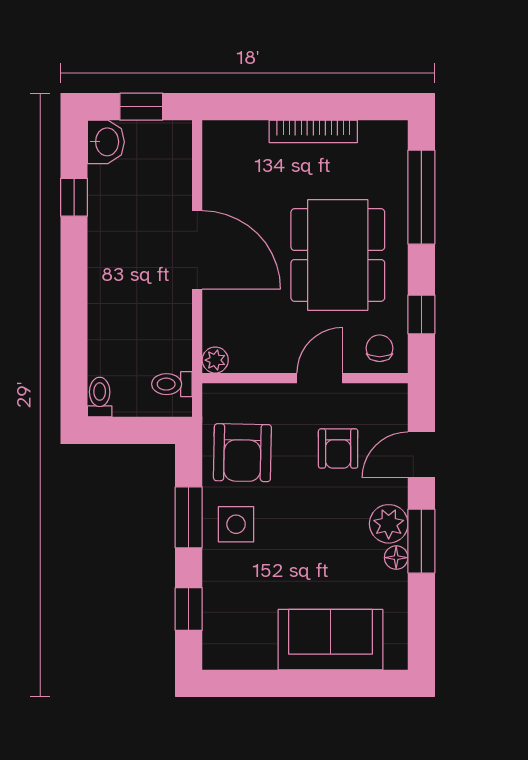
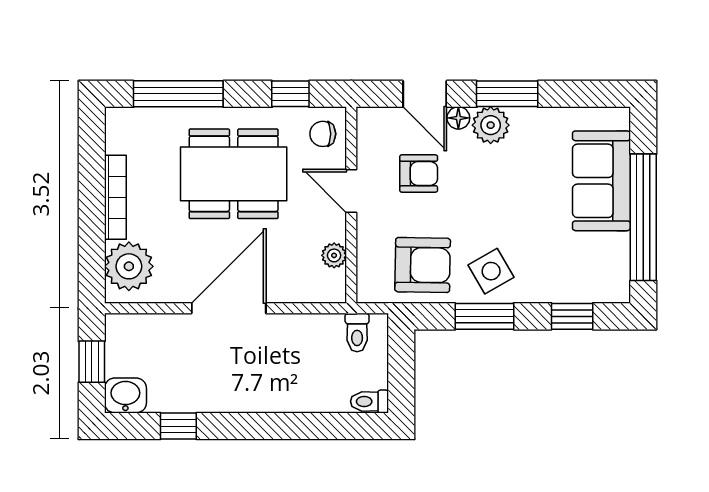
plant: (241, 145) -> (129, 266), added
plant: (215, 360) -> (334, 255), moved
side table: (236, 524) -> (491, 271), turned -30
floor lamp: (396, 558) -> (458, 118), moved
window: (292, 683) -> (643, 217), added

